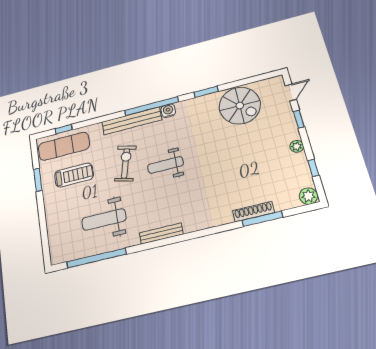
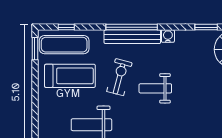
window: (152, 106) -> (132, 27), moved
treadmill: (74, 175) -> (70, 76), width x1.37, depth x1.38
window: (38, 180) -> (35, 49), moved

